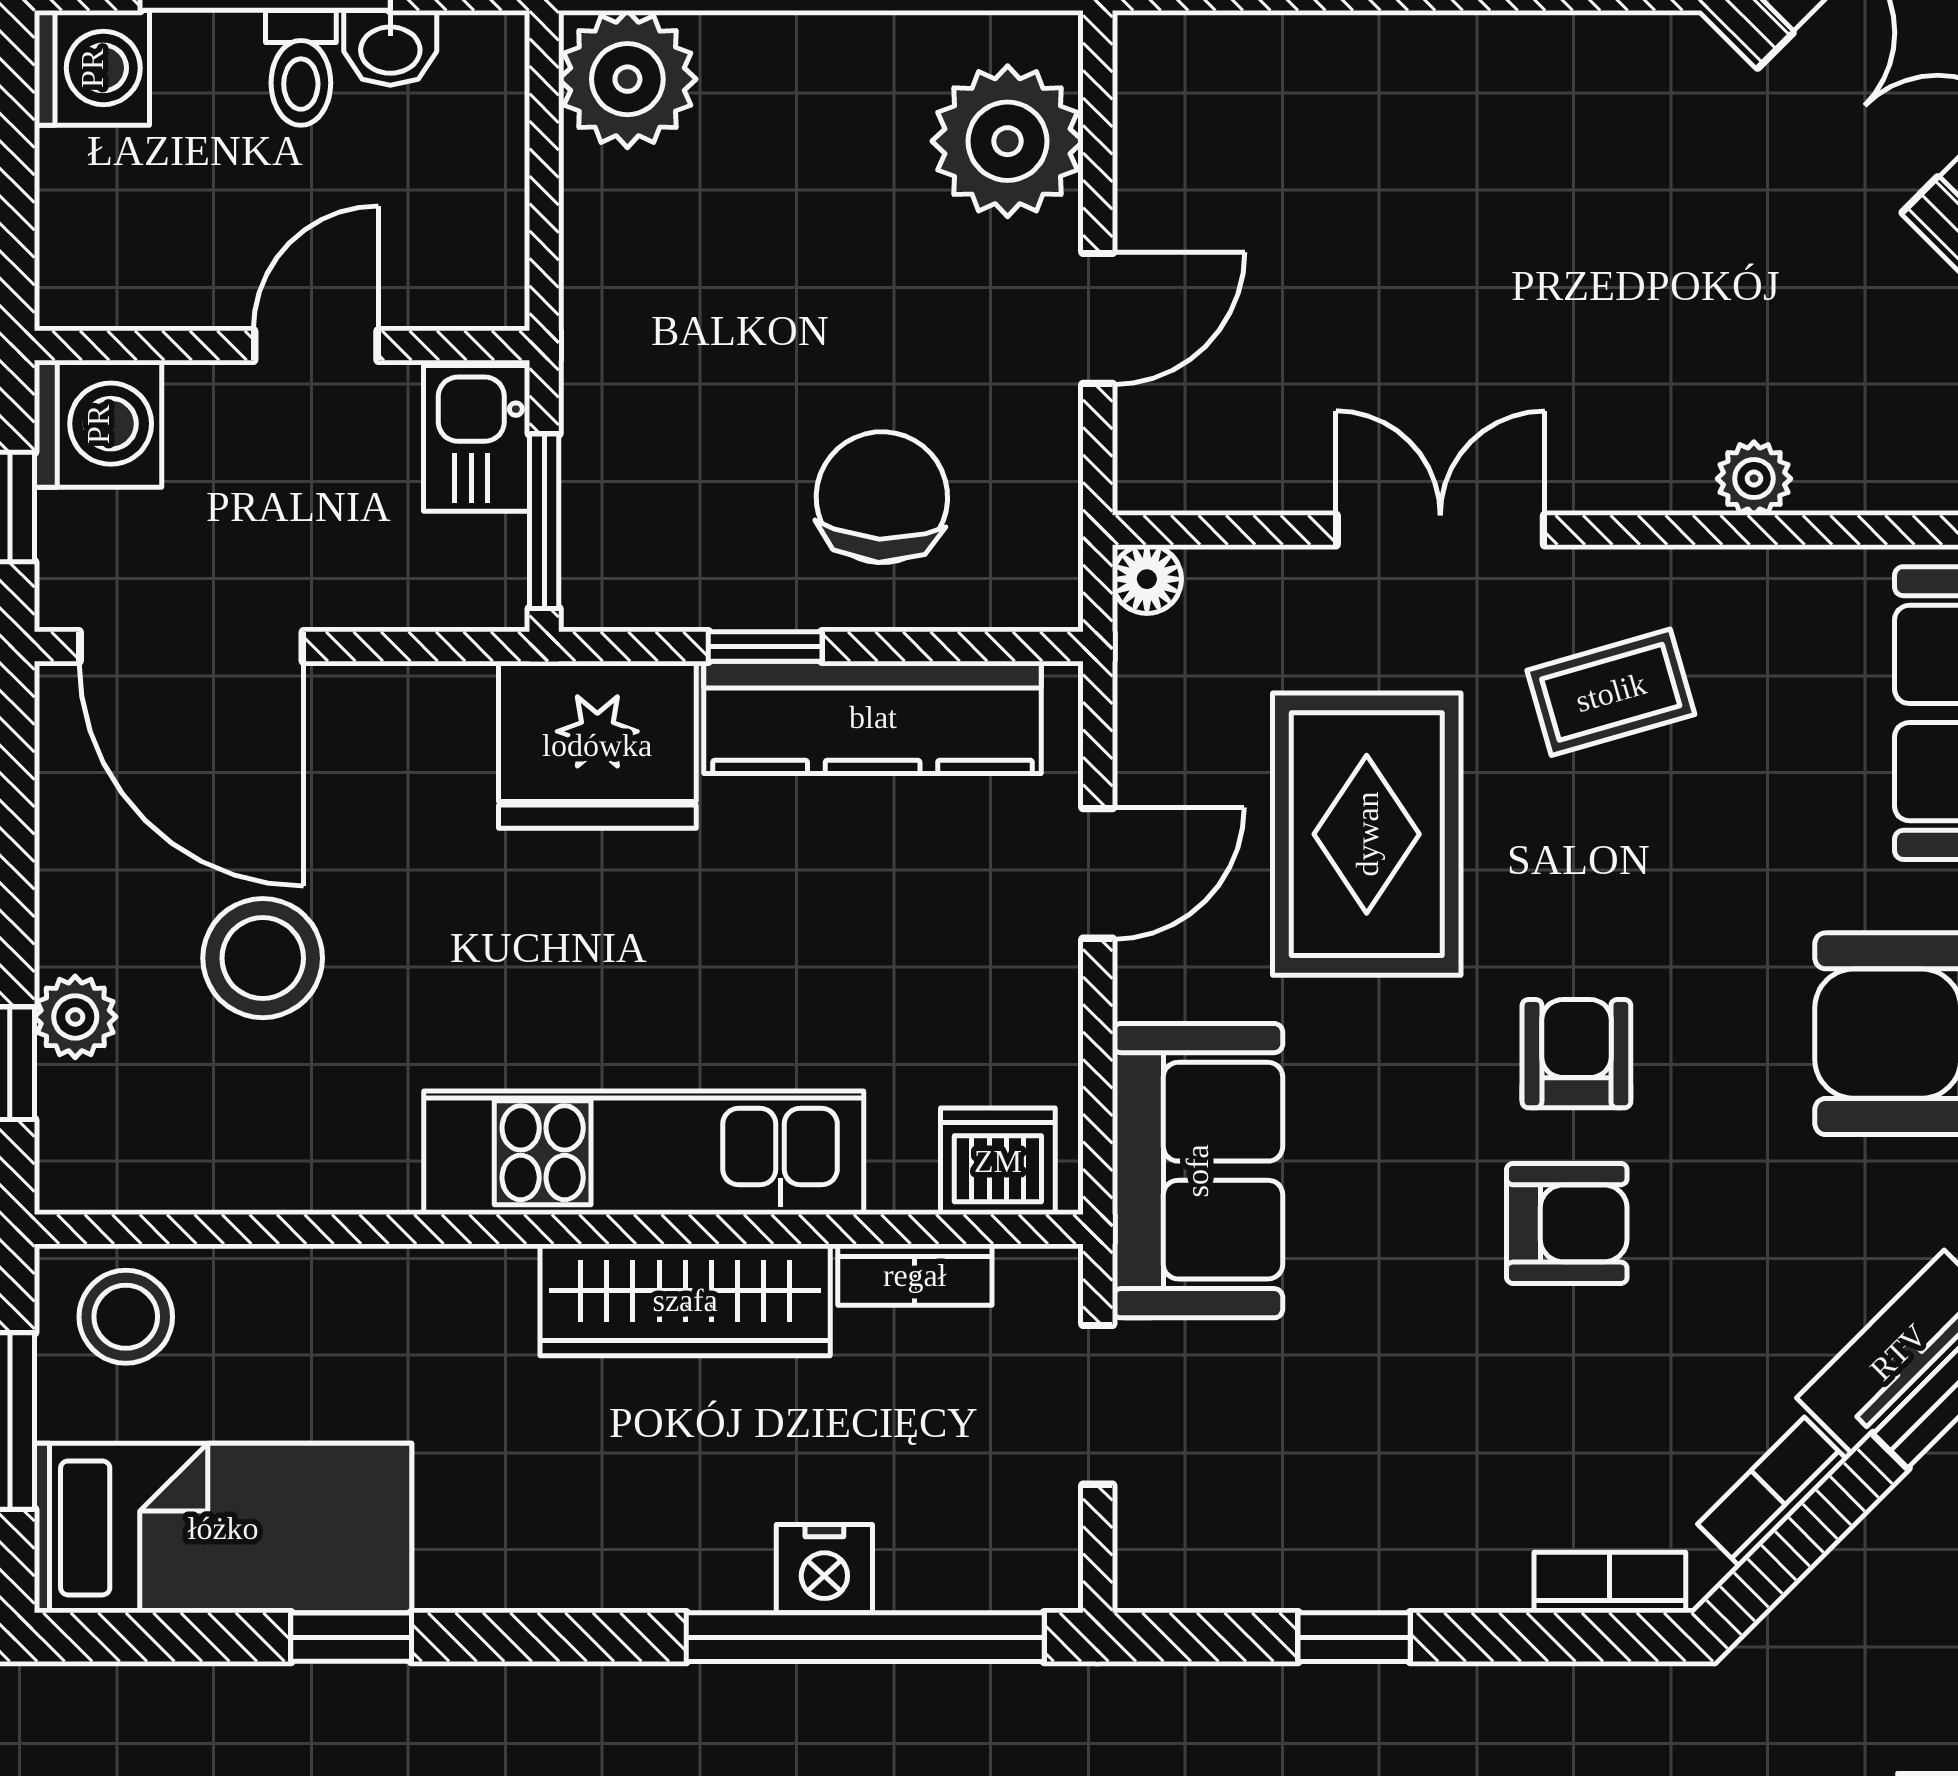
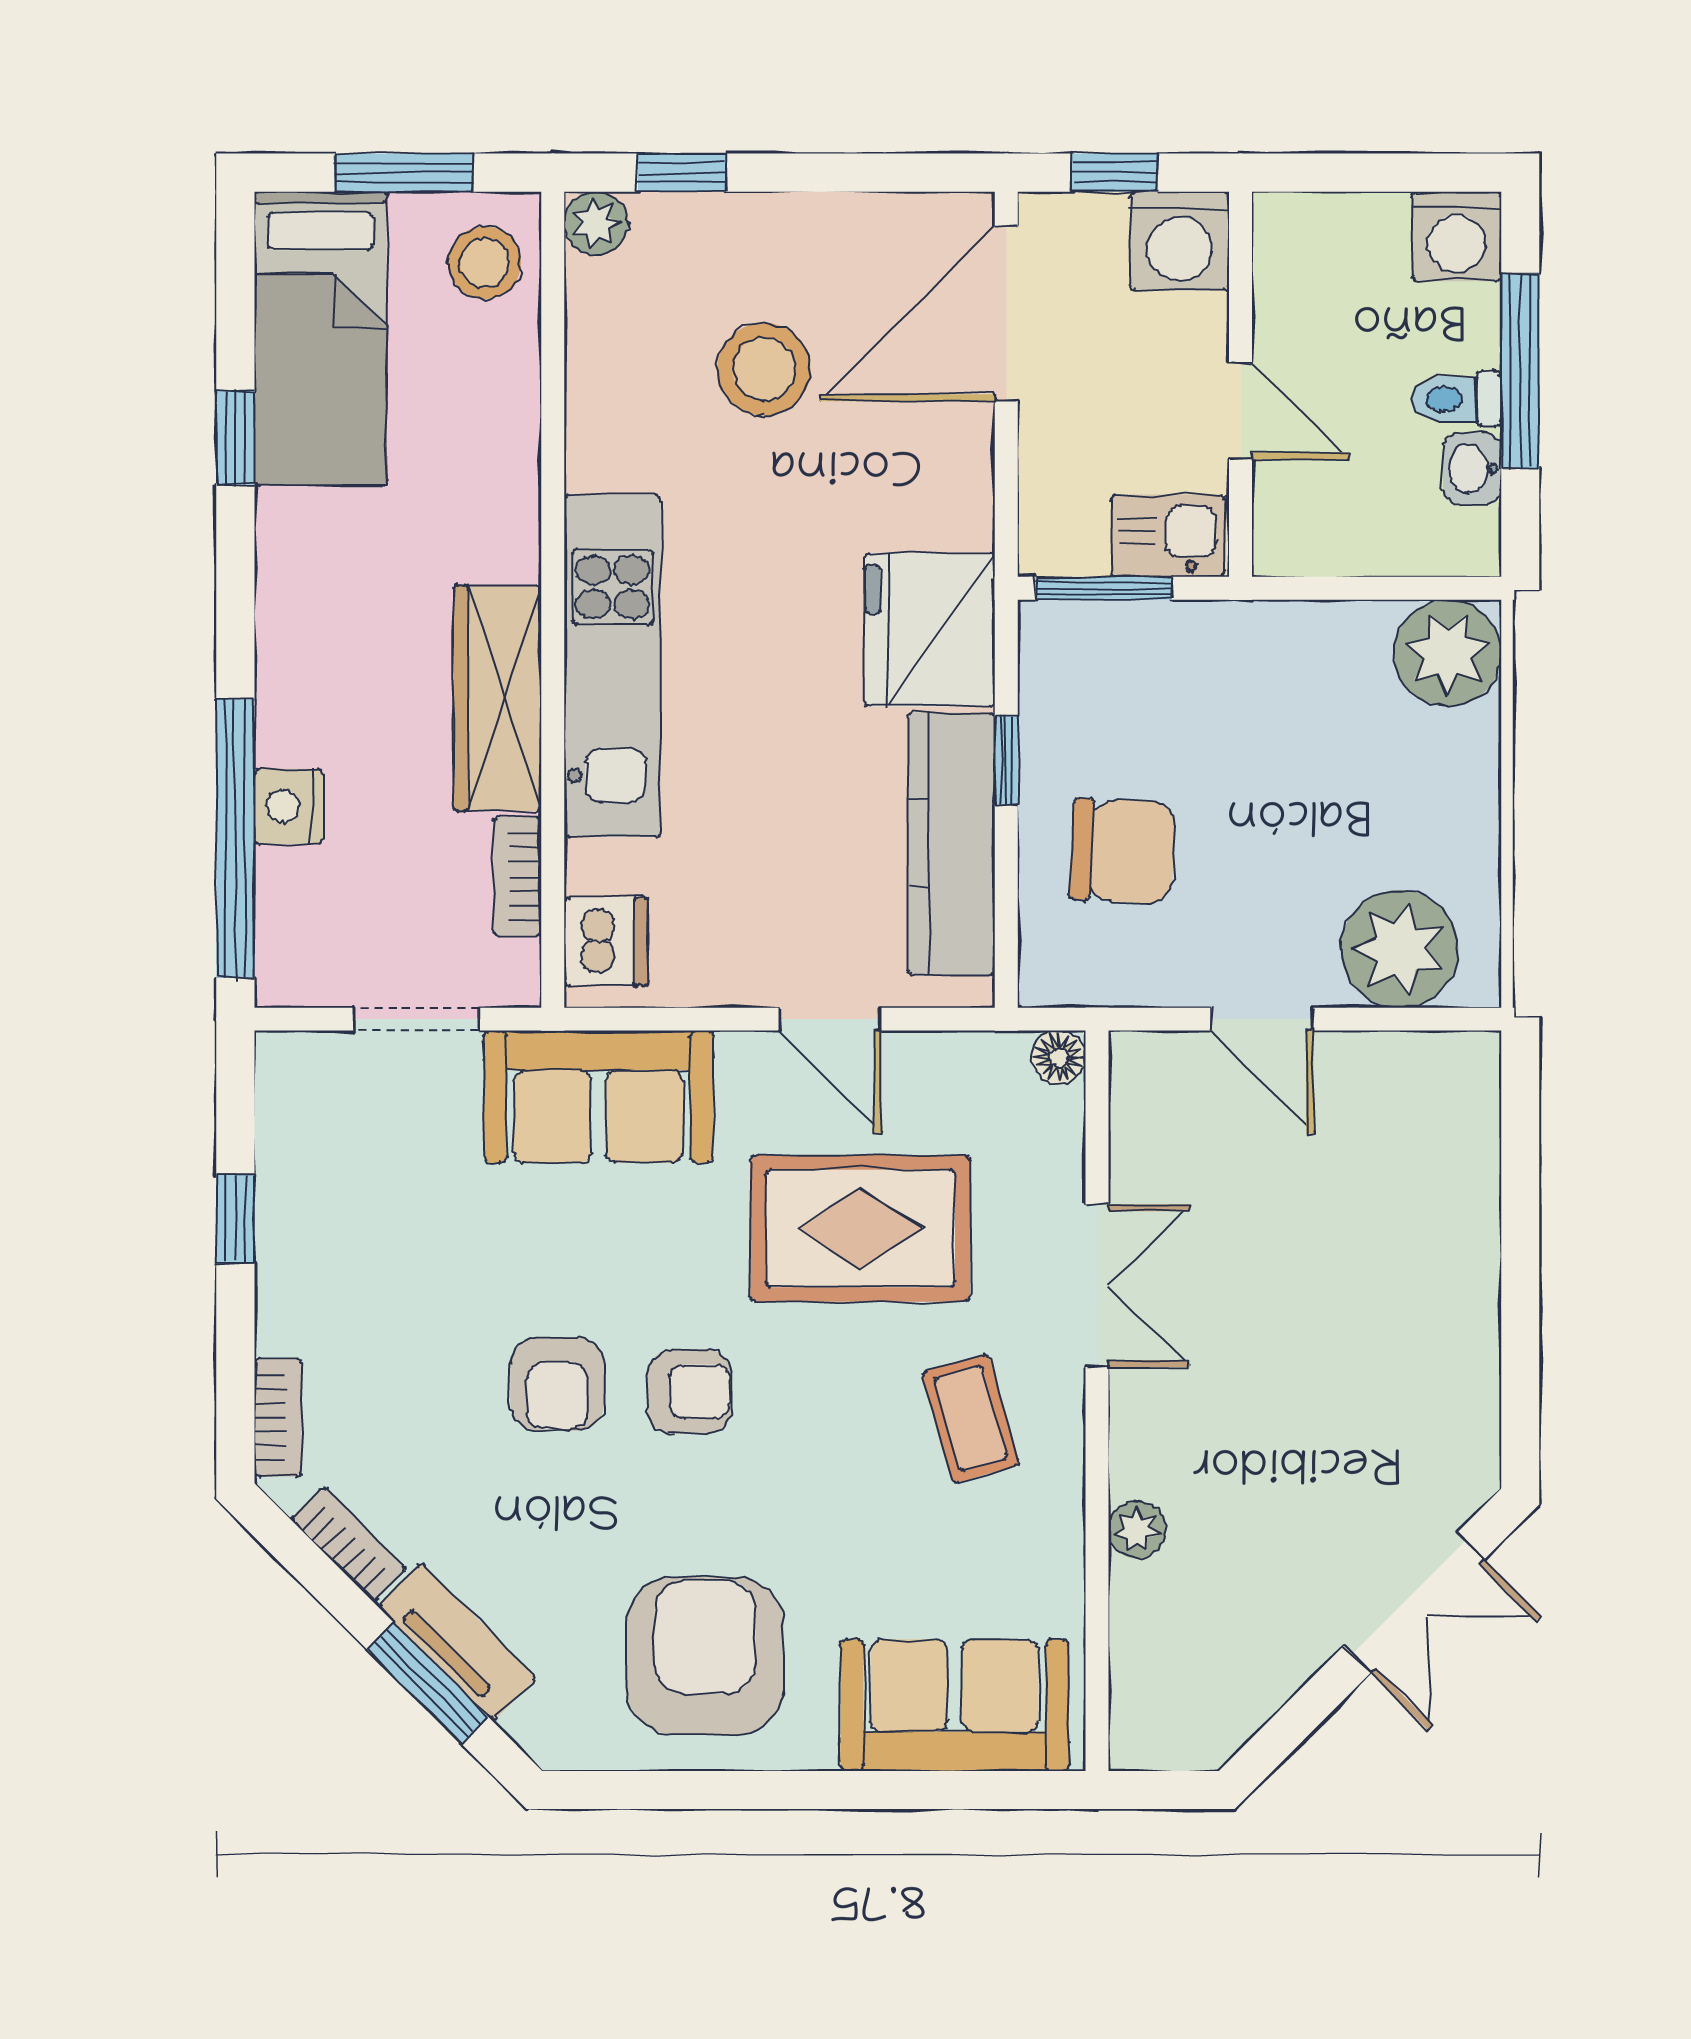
plant: (75, 1017) -> (596, 223), moved

